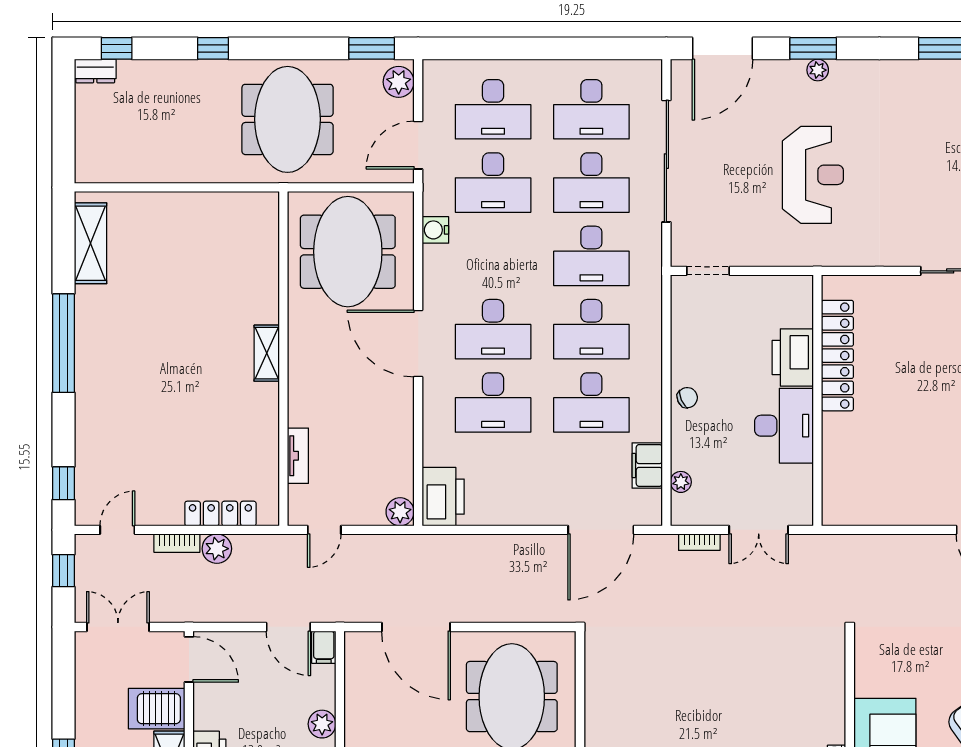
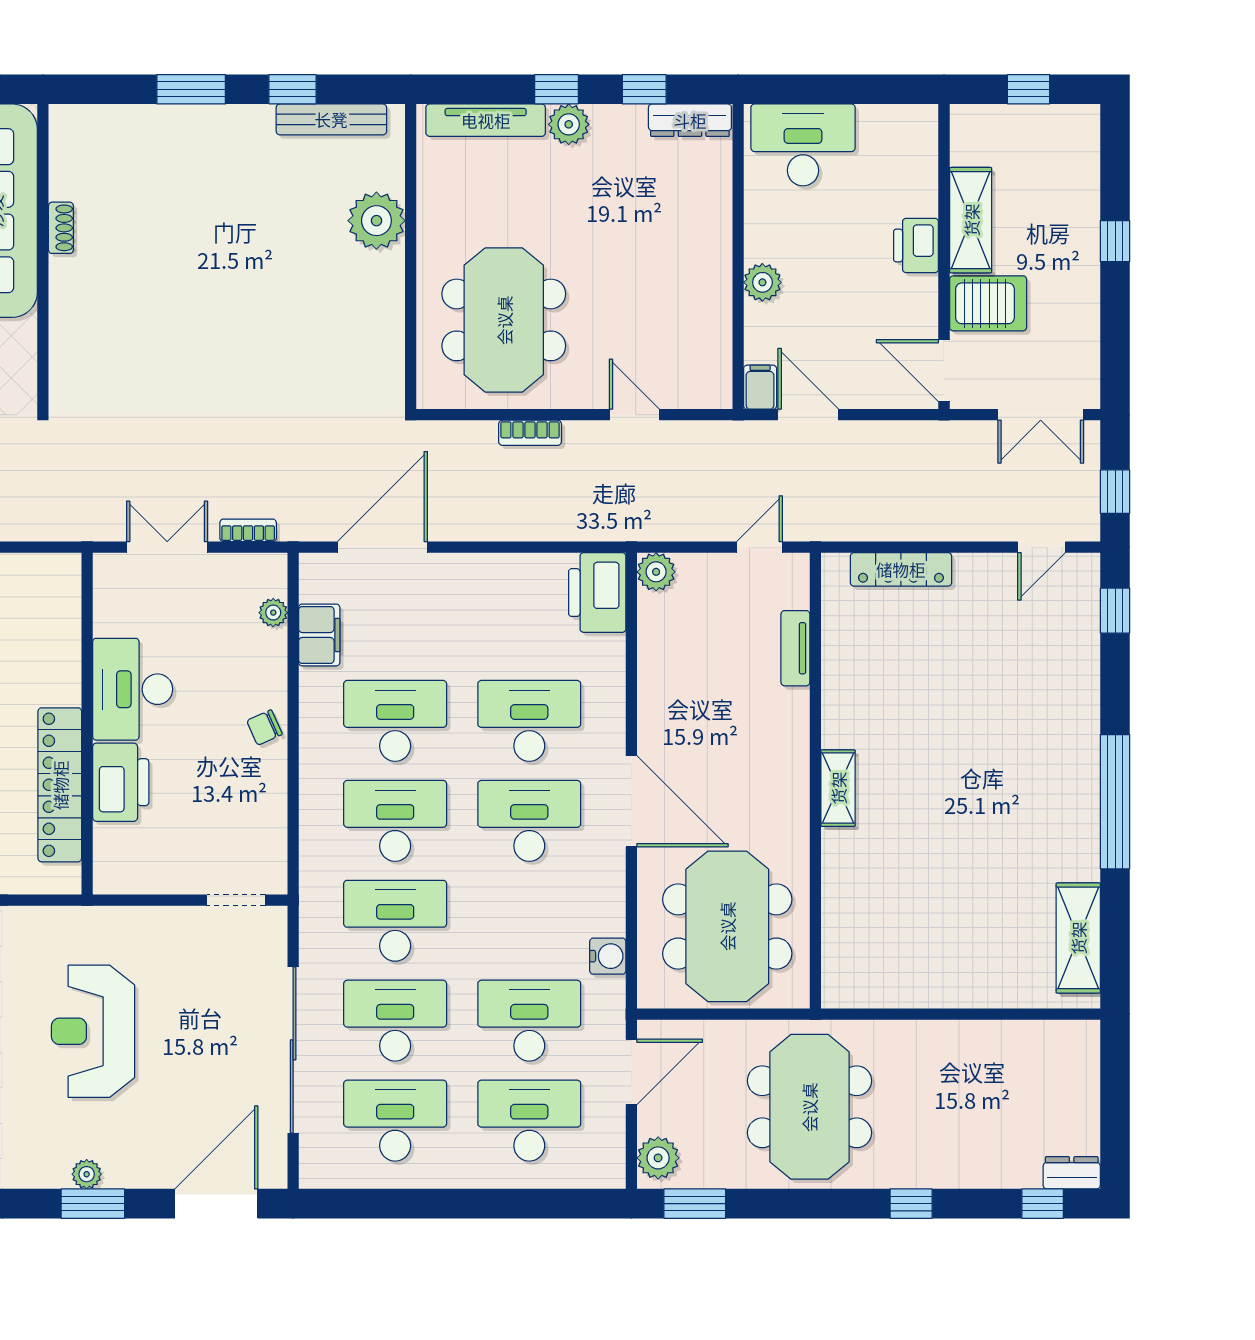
bookcase: (177, 543) -> (530, 433), moved, turned 180
plant: (217, 549) -> (906, 522), removed
door: (416, 627) -> (634, 415), width x0.53

